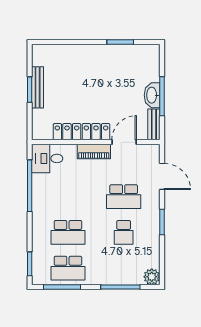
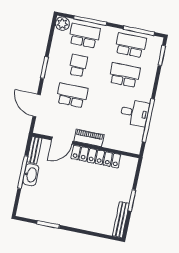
bench: (38, 87) -> (121, 220), moved
desk: (47, 158) -> (135, 113), moved
school desk: (124, 268) -> (84, 36), added

